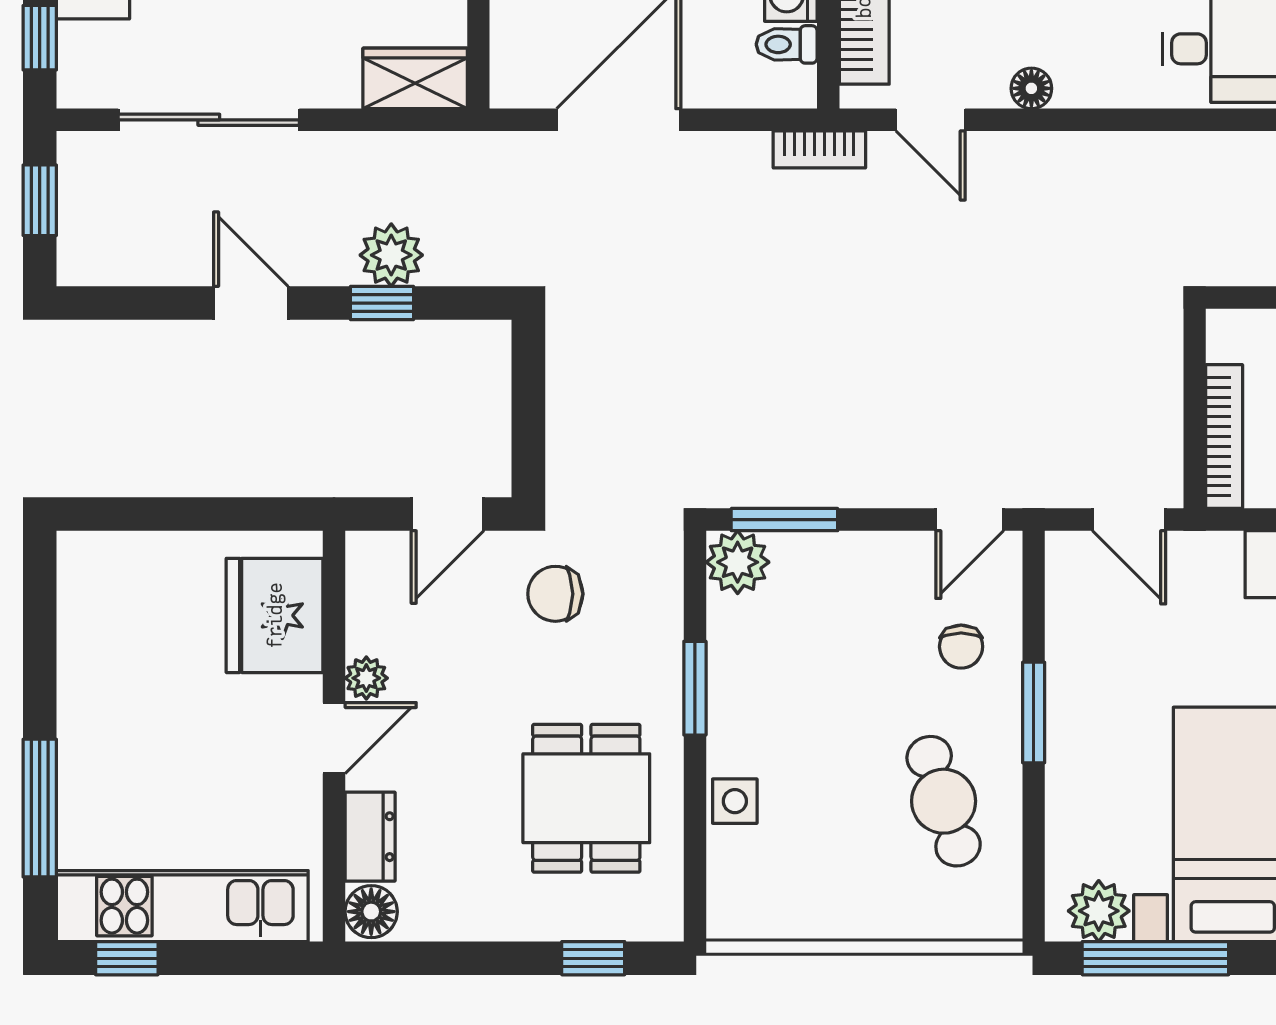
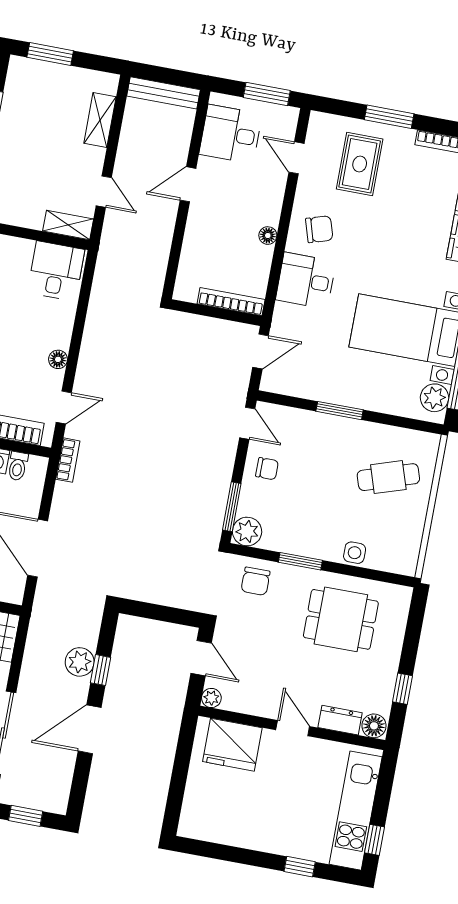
door: (251, 303) -> (90, 729), width x1.38
chair: (555, 594) -> (256, 581), moved
chair: (961, 647) -> (267, 469), moved
plant: (366, 678) -> (211, 698), moved
cafe table: (944, 801) -> (388, 477), moved
window: (40, 808) -> (300, 867), width x0.46
window: (593, 958) -> (403, 689), moved

